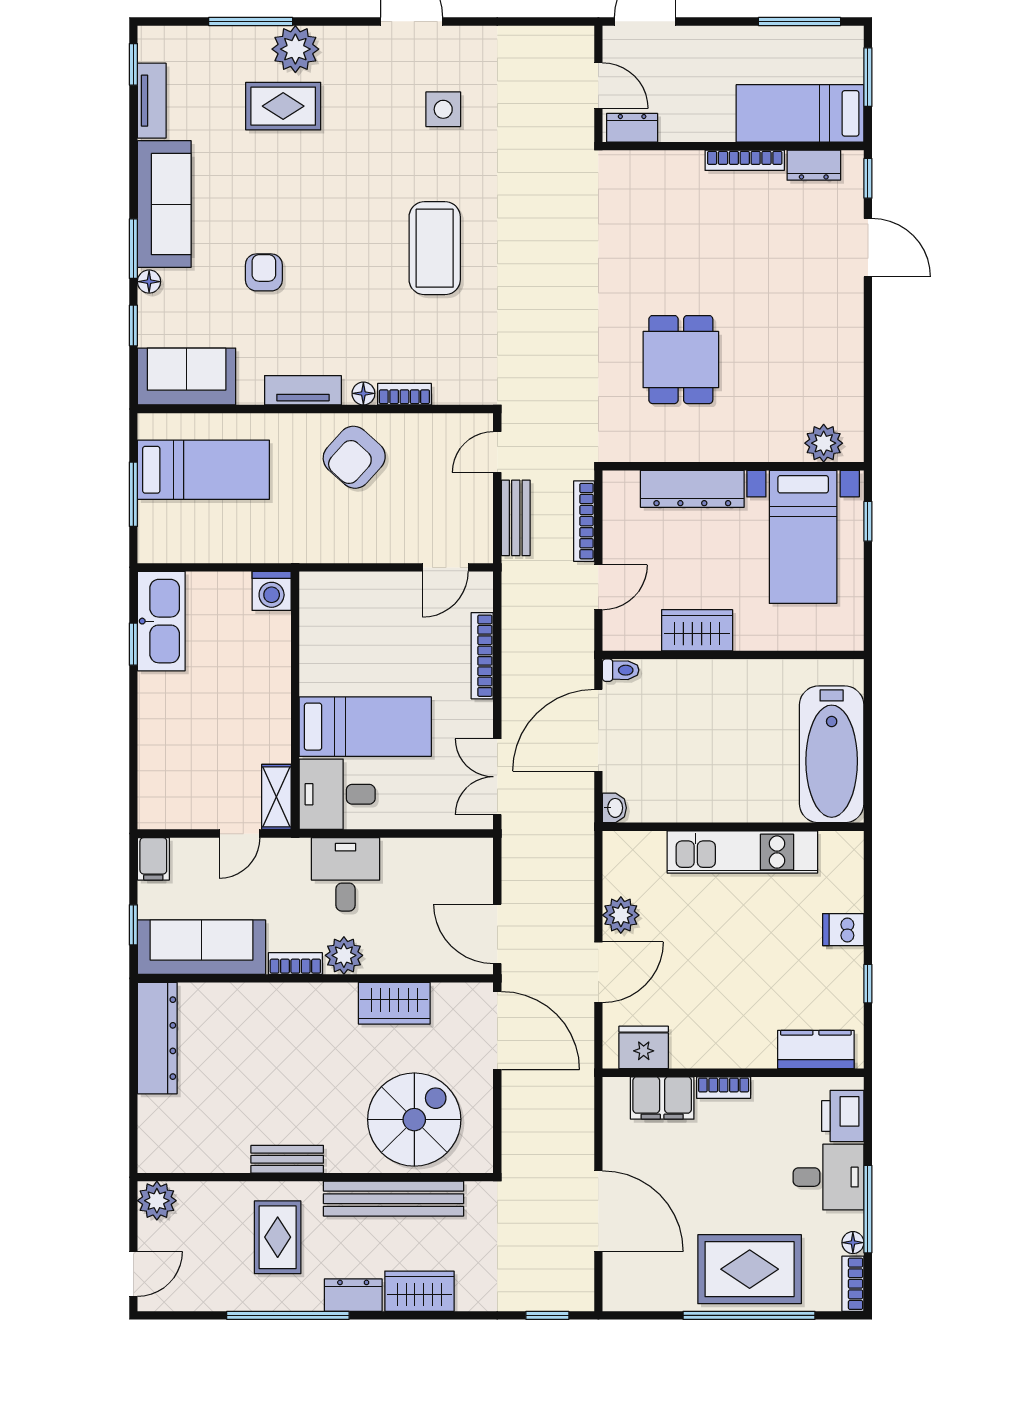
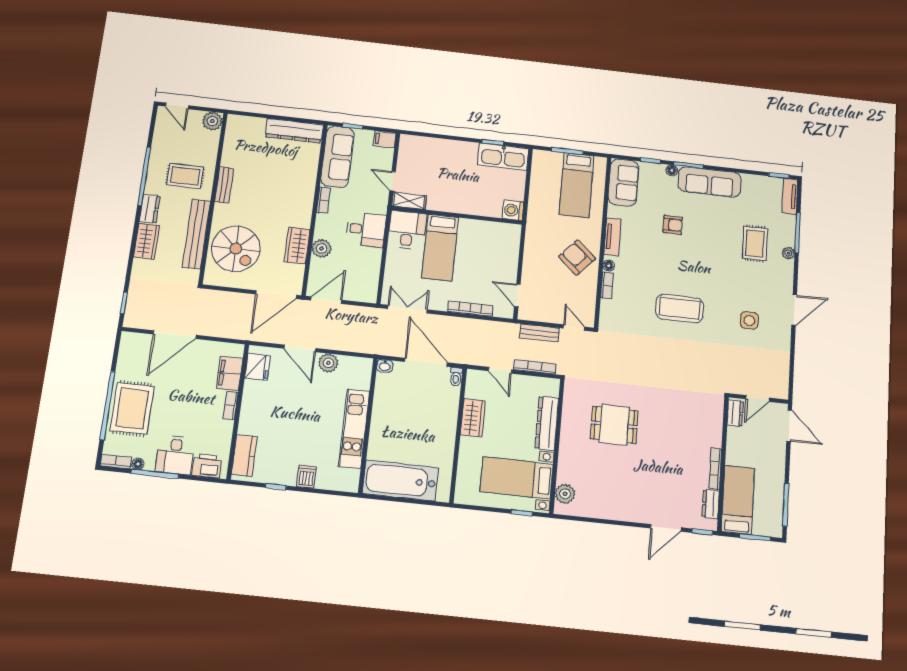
plant: (295, 49) -> (788, 253), width x0.53, depth x0.53
tv unit: (152, 101) -> (790, 196), moved, turned 90
plant: (344, 955) -> (322, 248), moved

